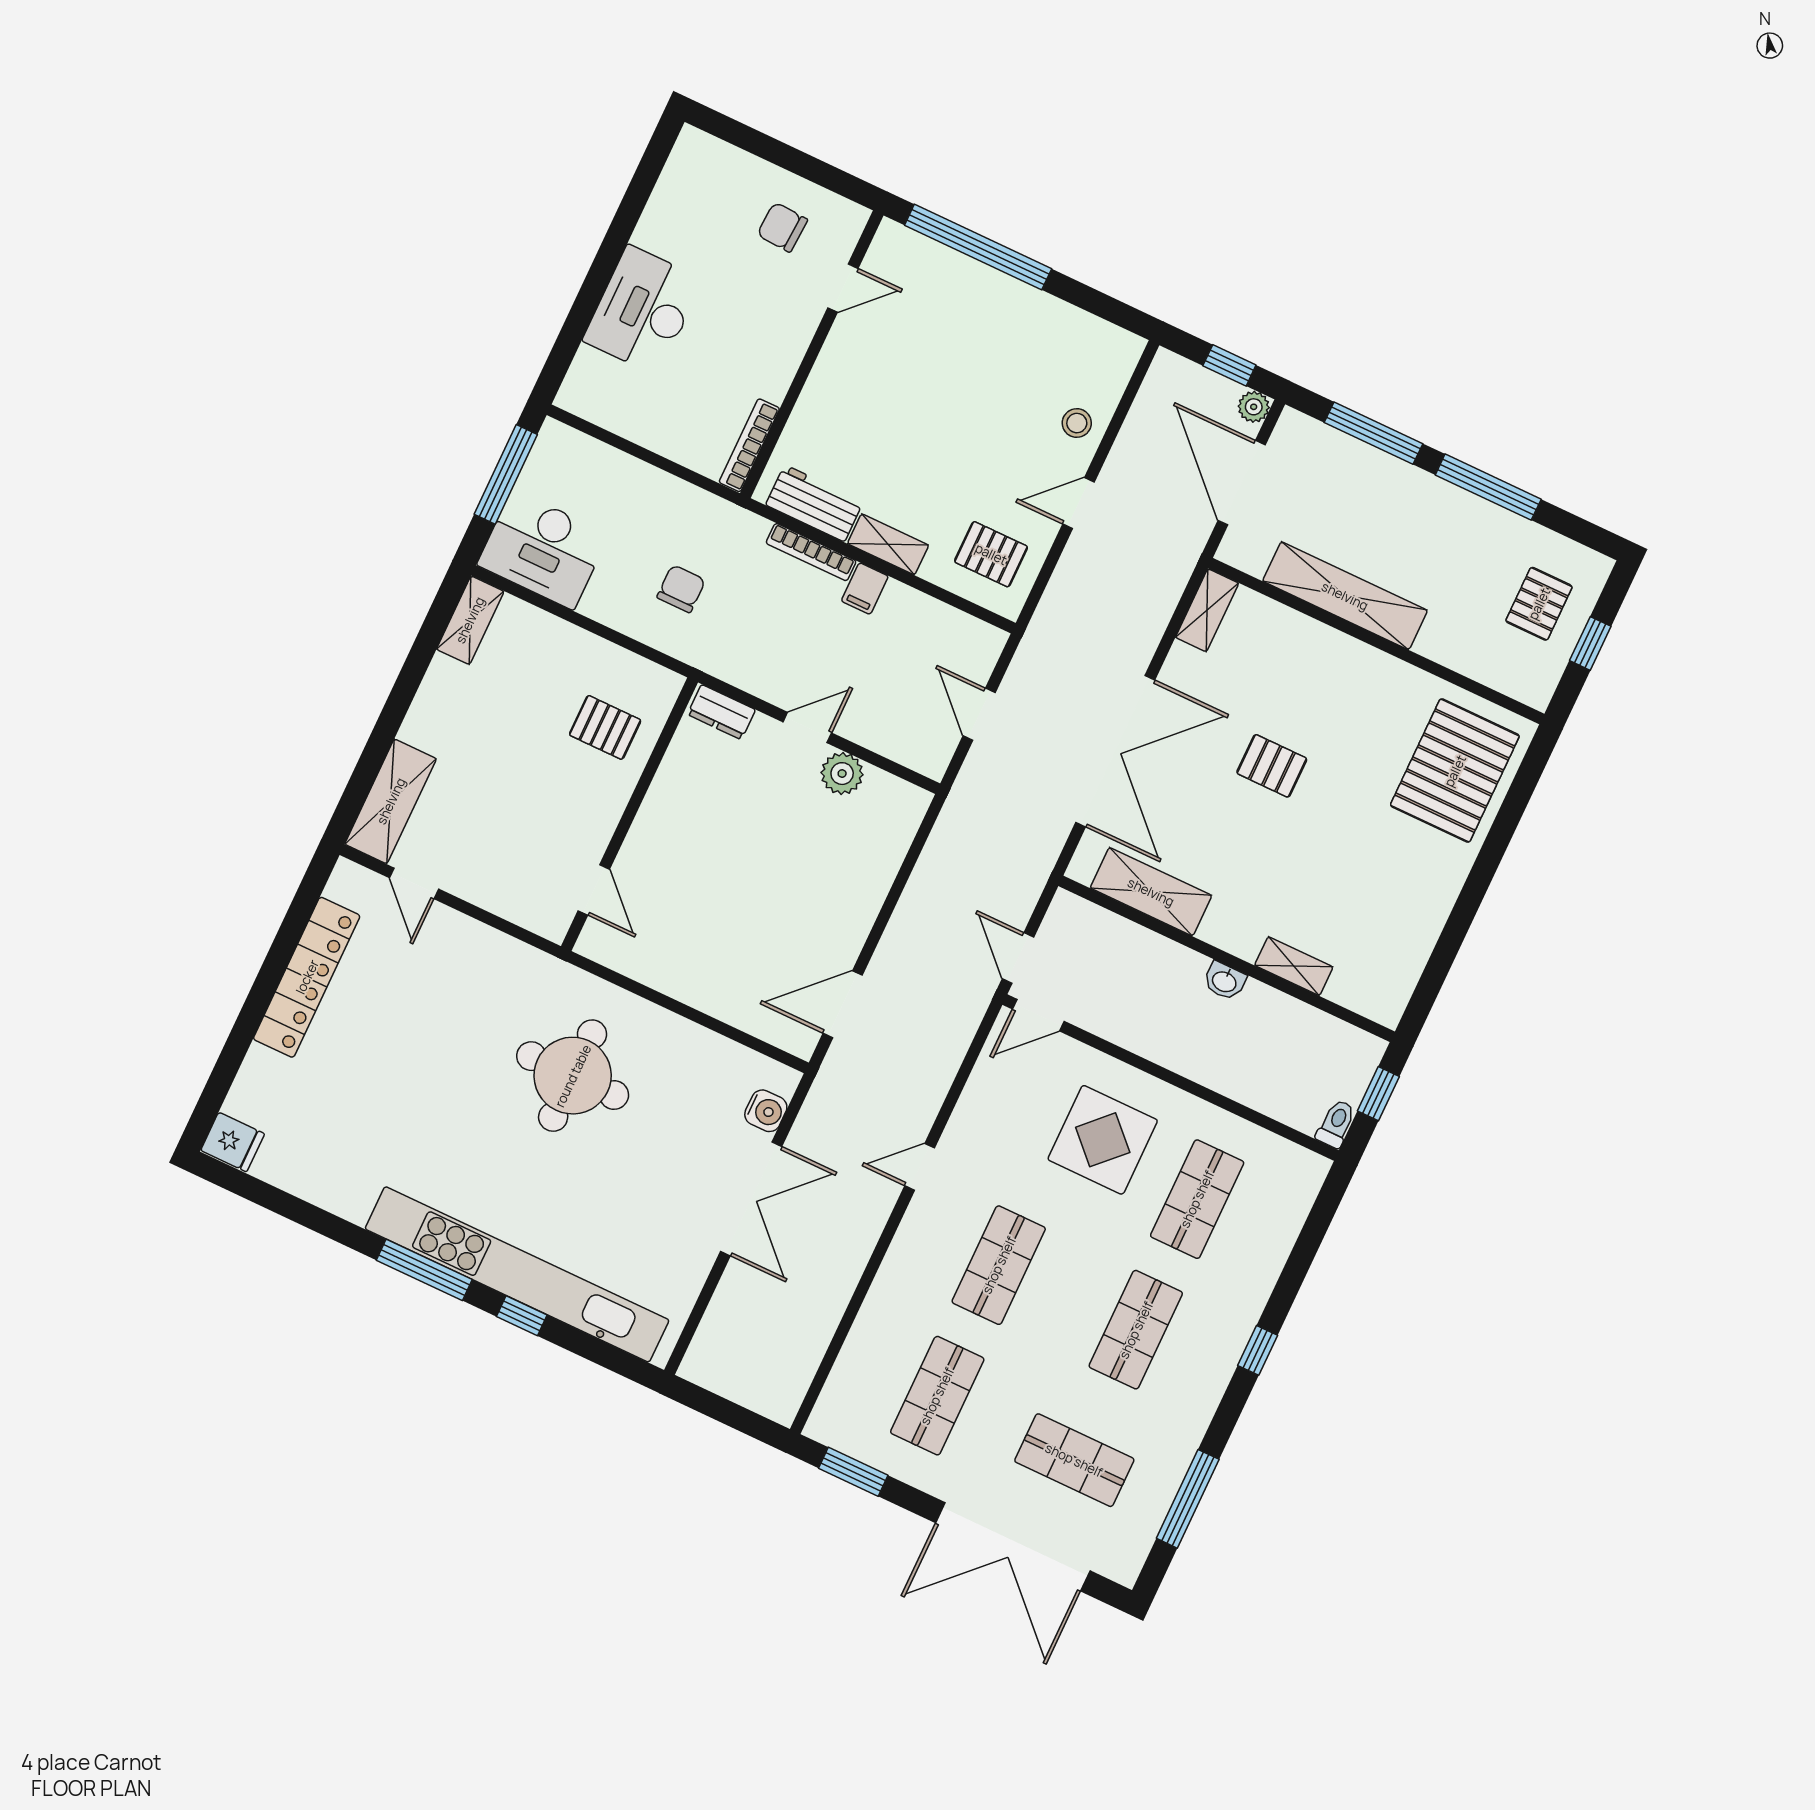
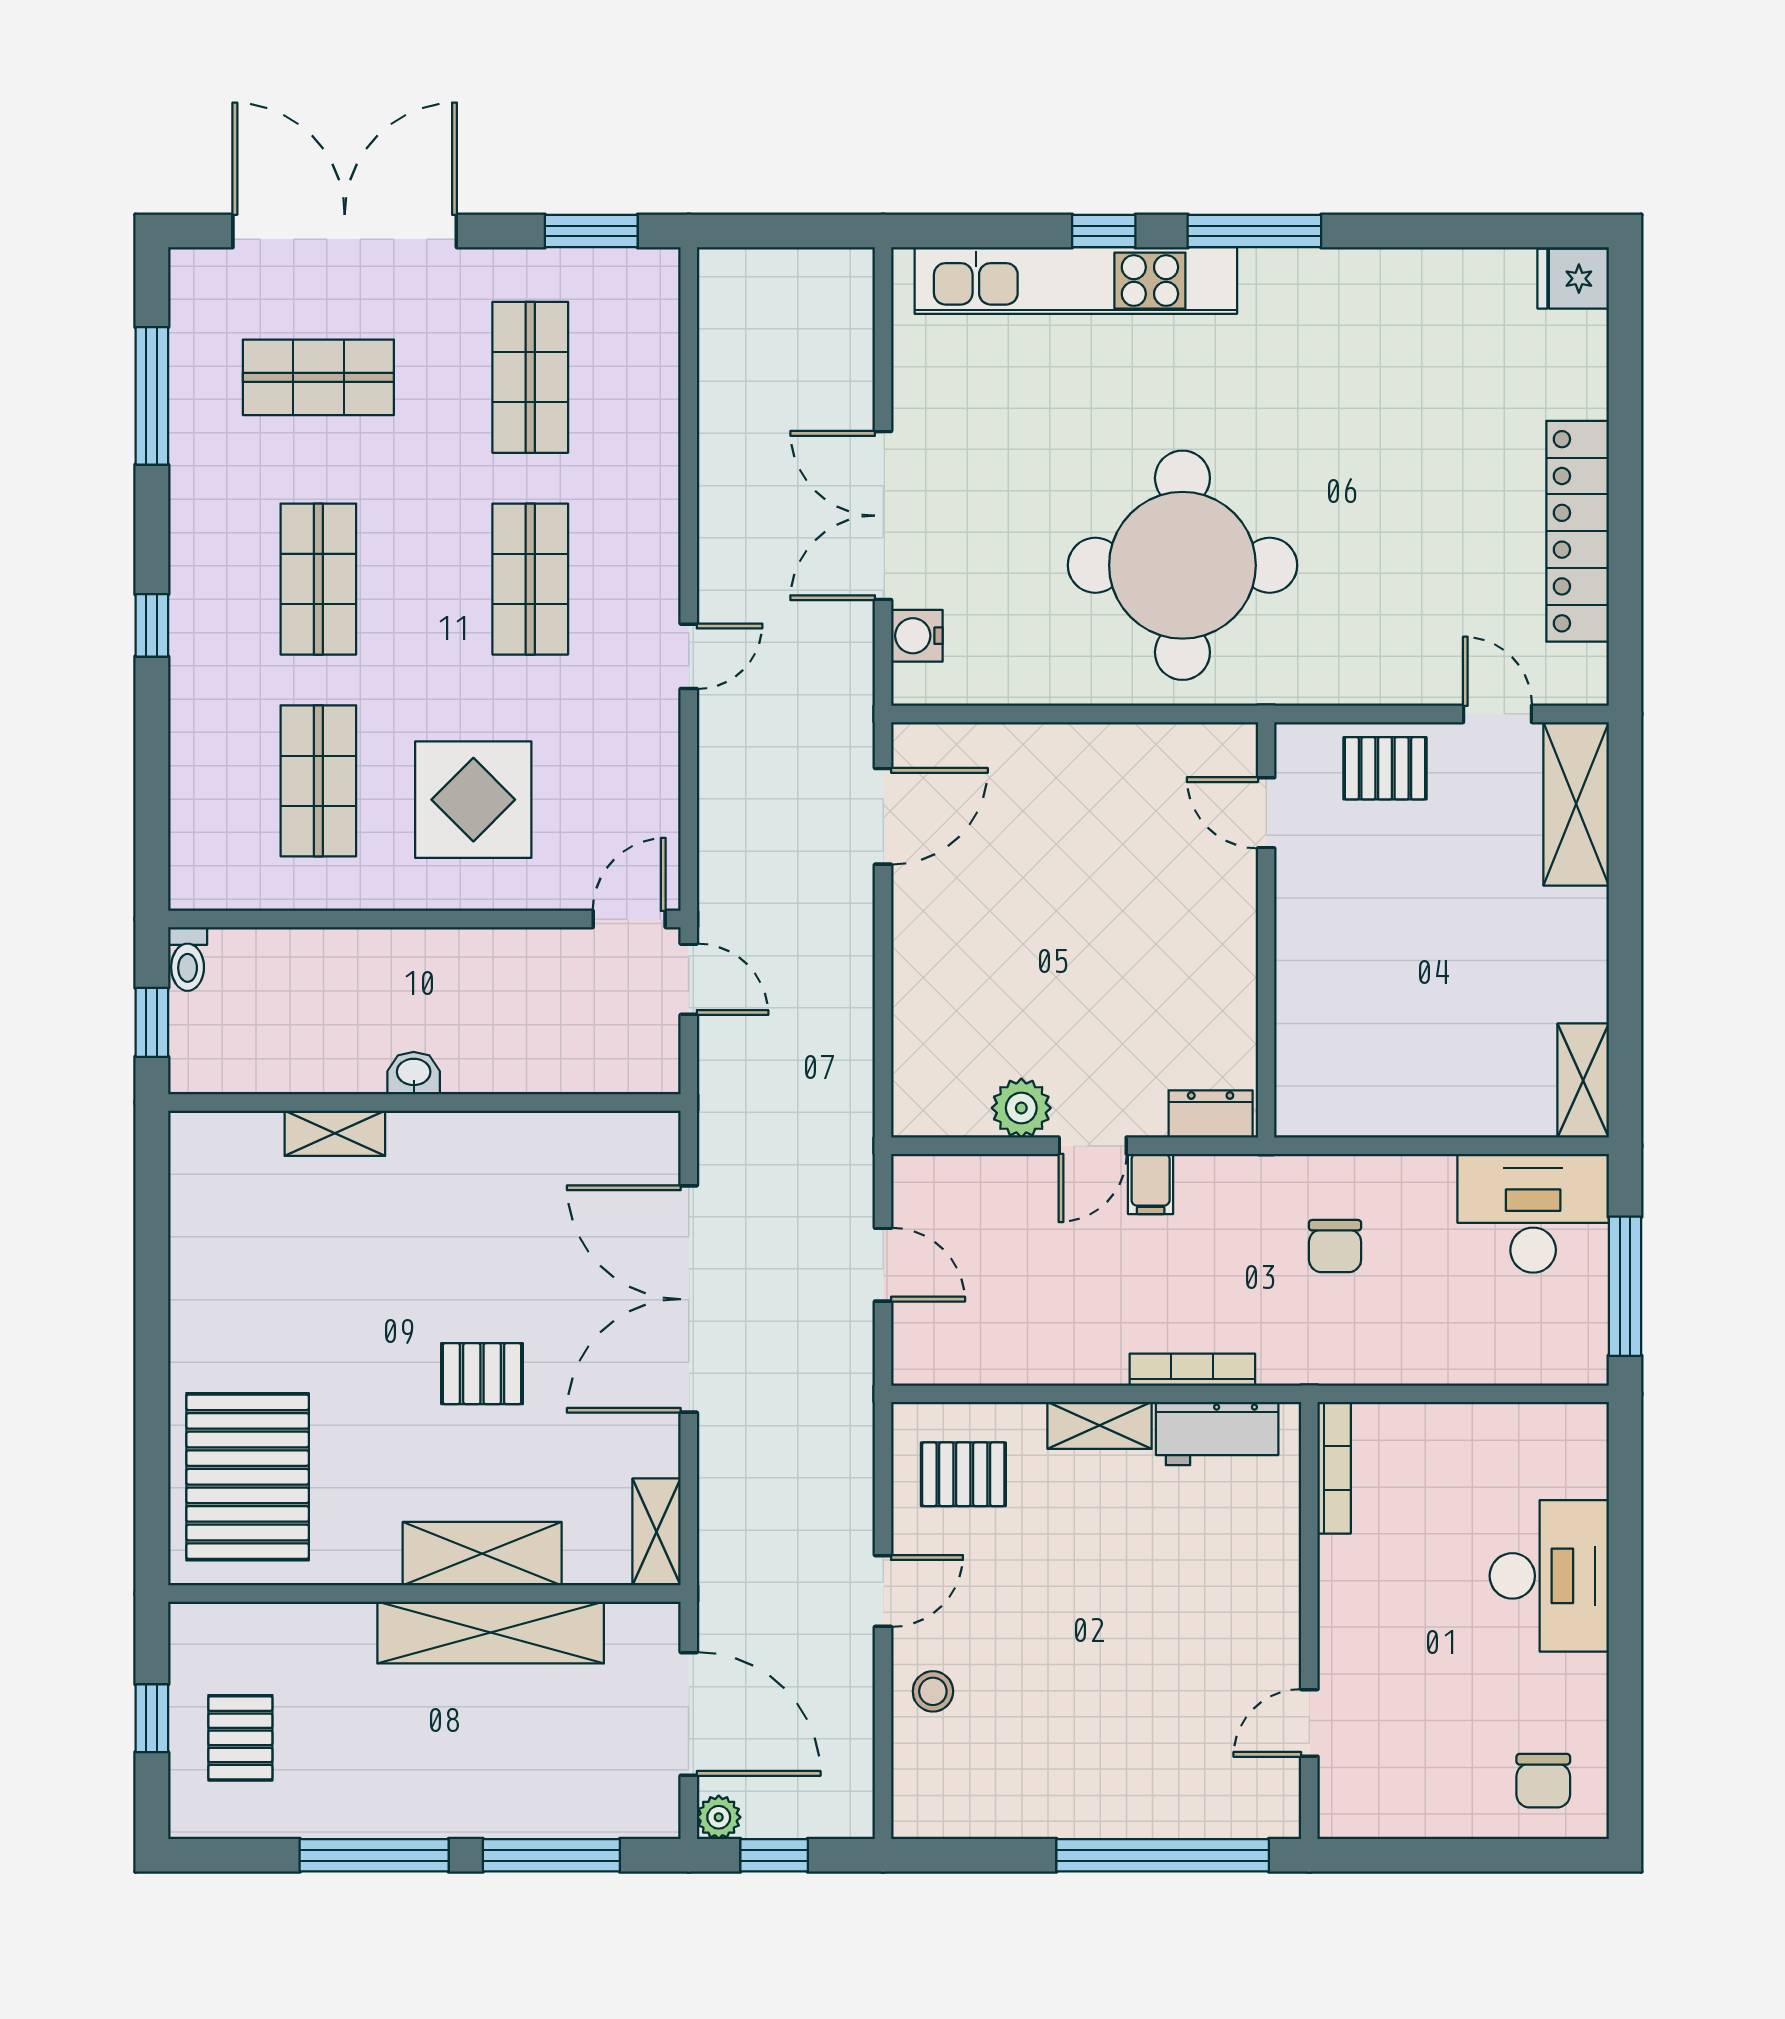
chair: (782, 227) -> (1543, 1781), moved, turned 87
filing cabinet: (865, 589) -> (1151, 1184), moved, turned 180
pallet: (605, 727) -> (1385, 768), moved
shelving: (1151, 892) -> (482, 1554), moved
round table: (573, 1076) -> (1182, 565), width x1.36, depth x1.36
kitchen unit: (517, 1274) -> (1076, 281), width x0.73

